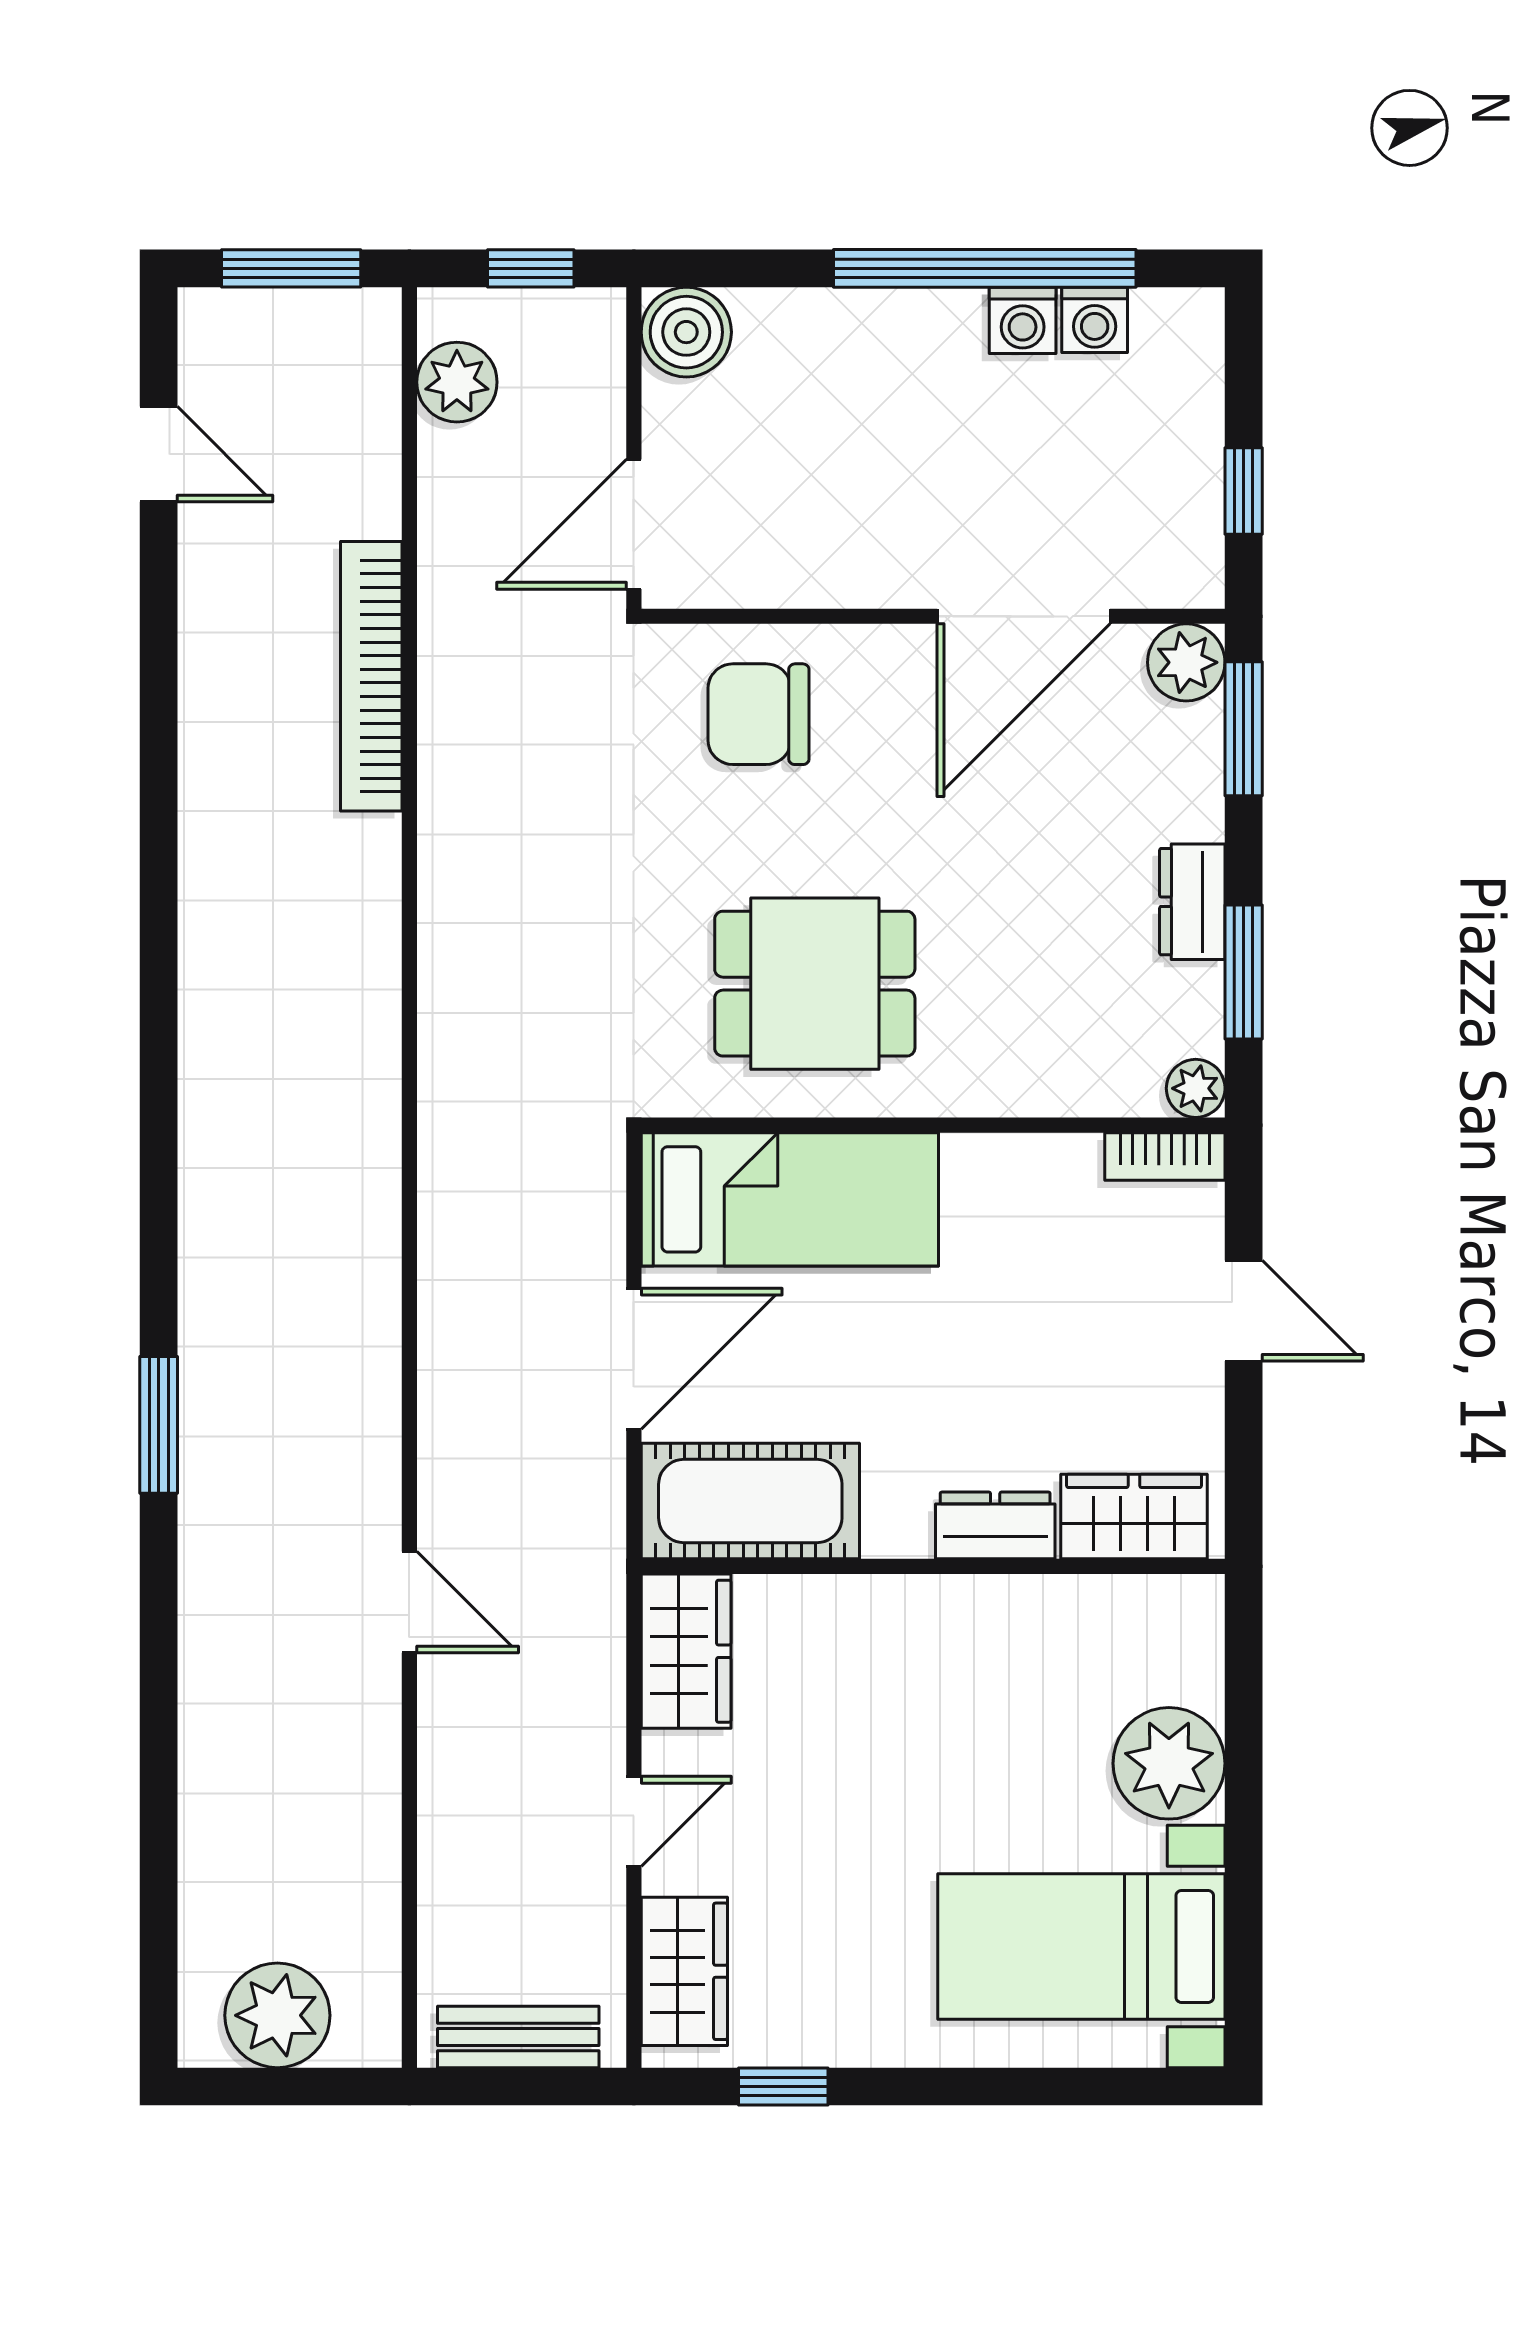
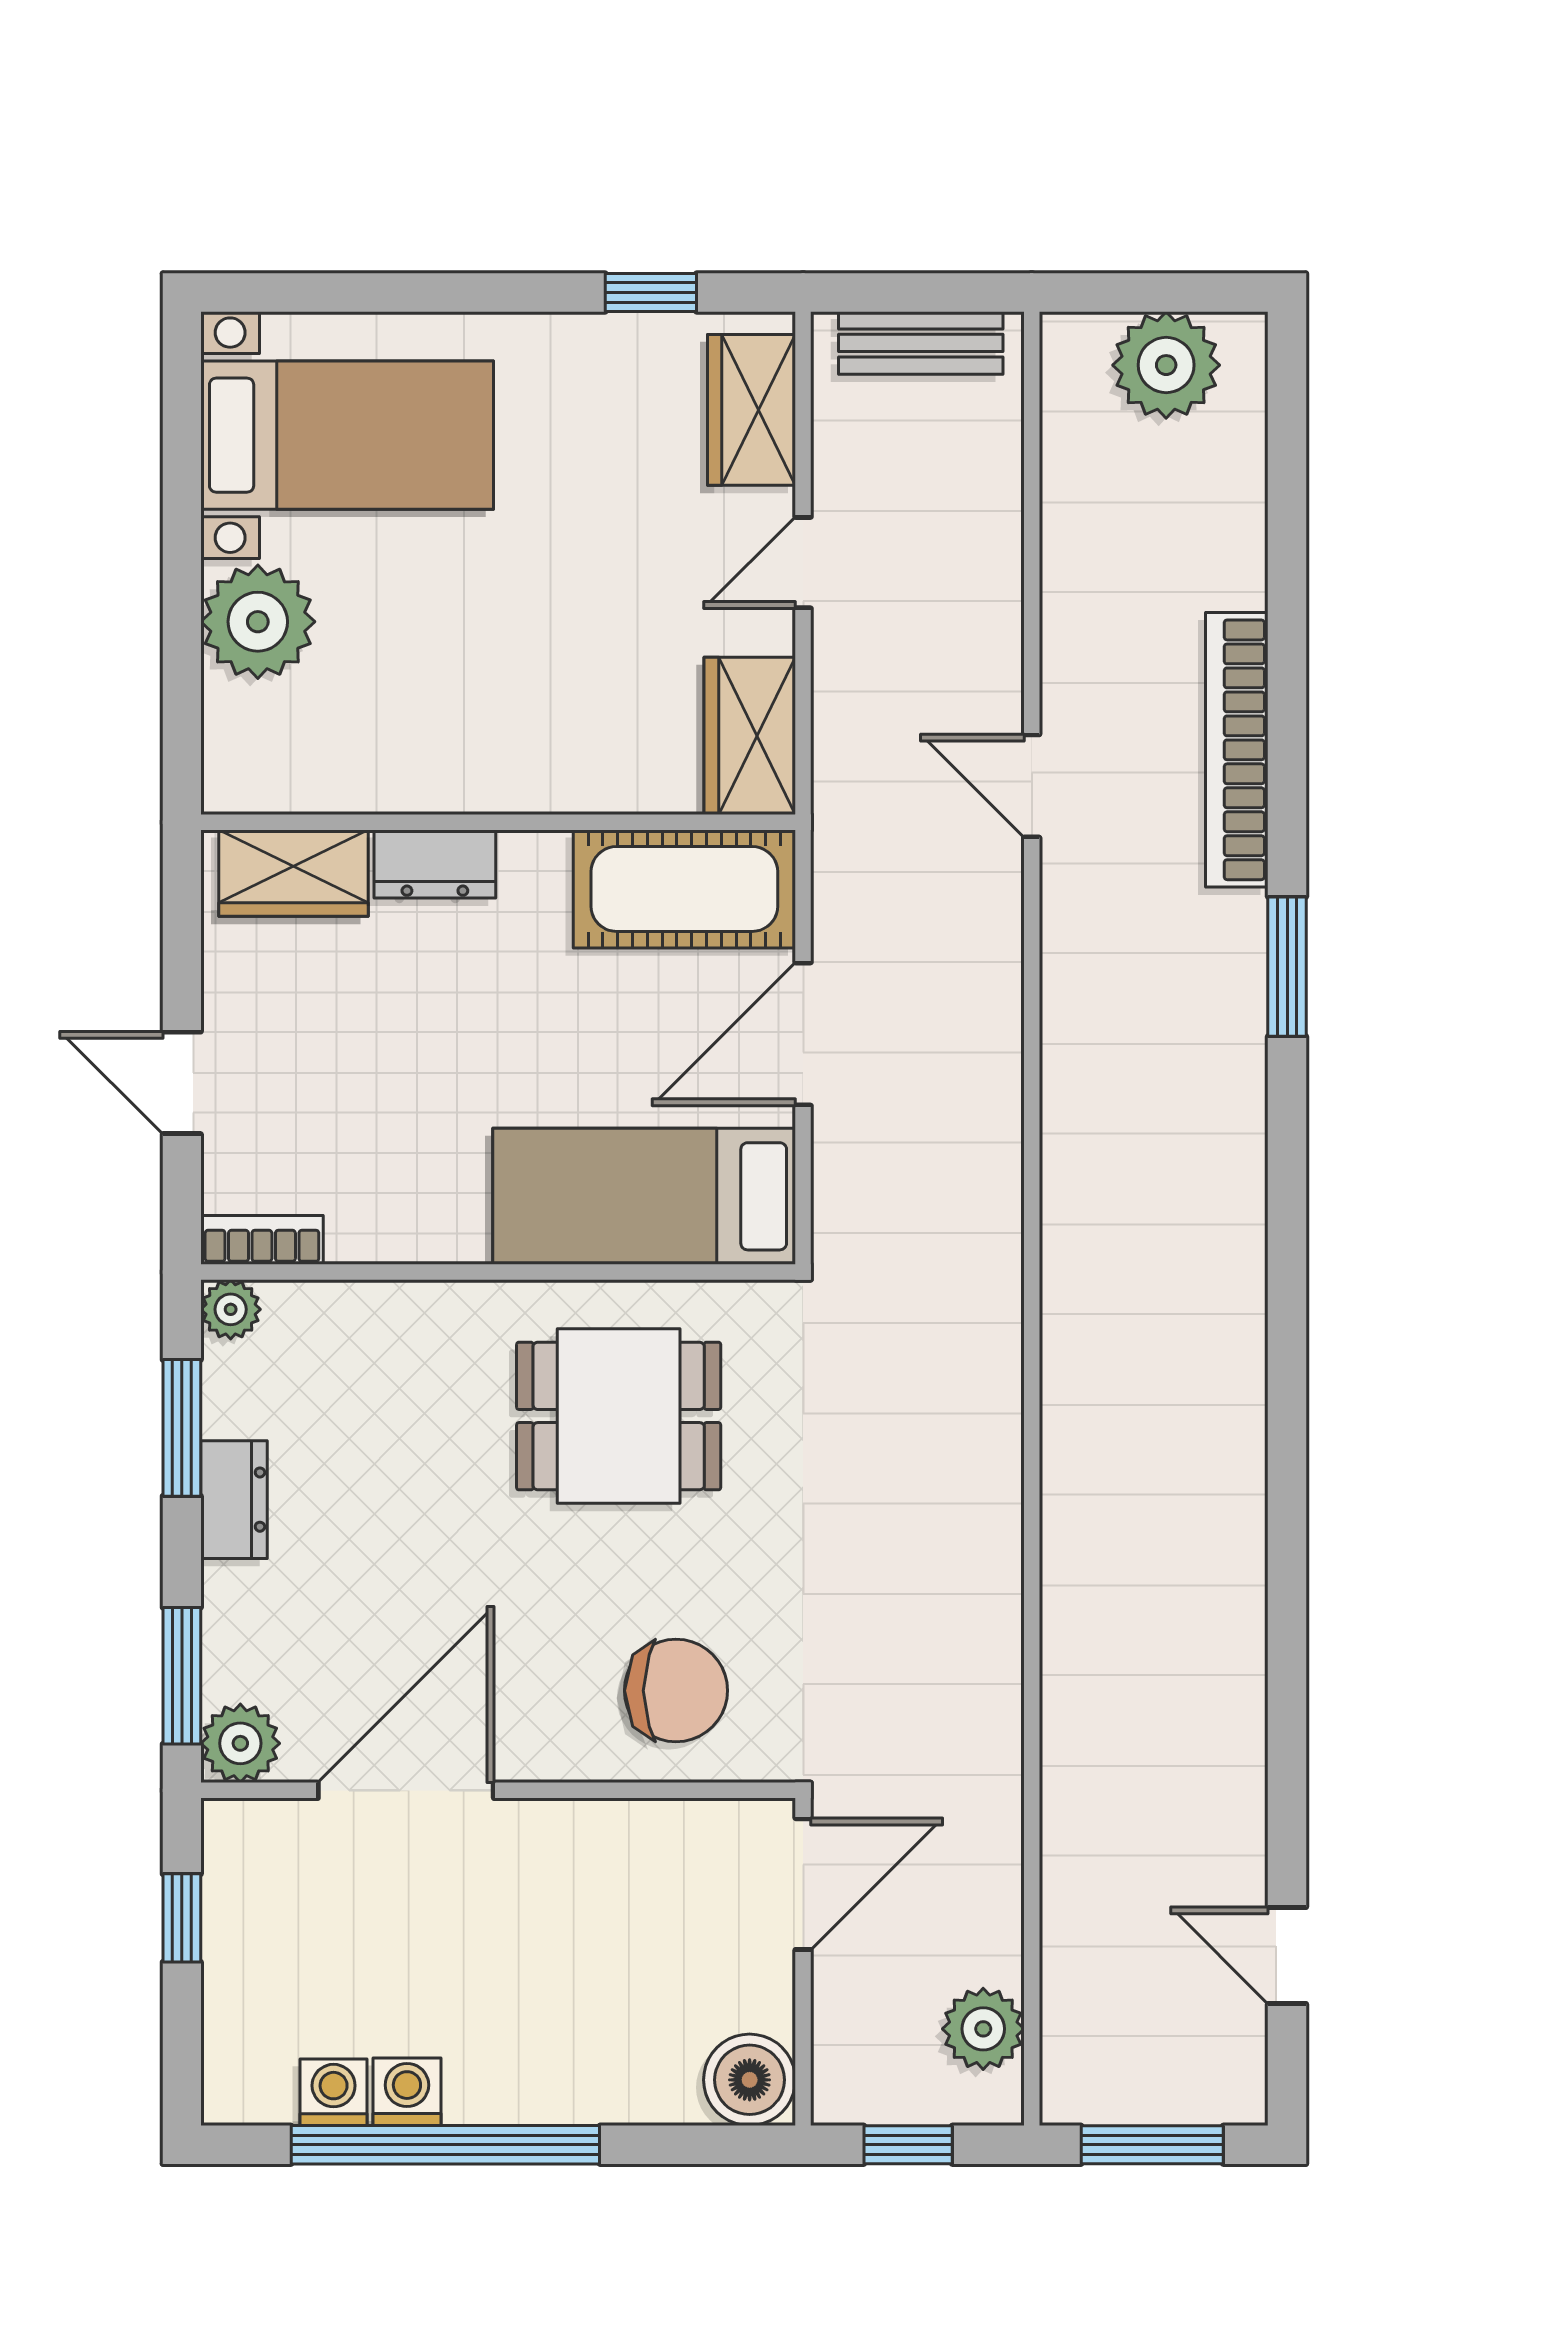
bookcase: (371, 676) -> (1237, 750), moved, turned 180

